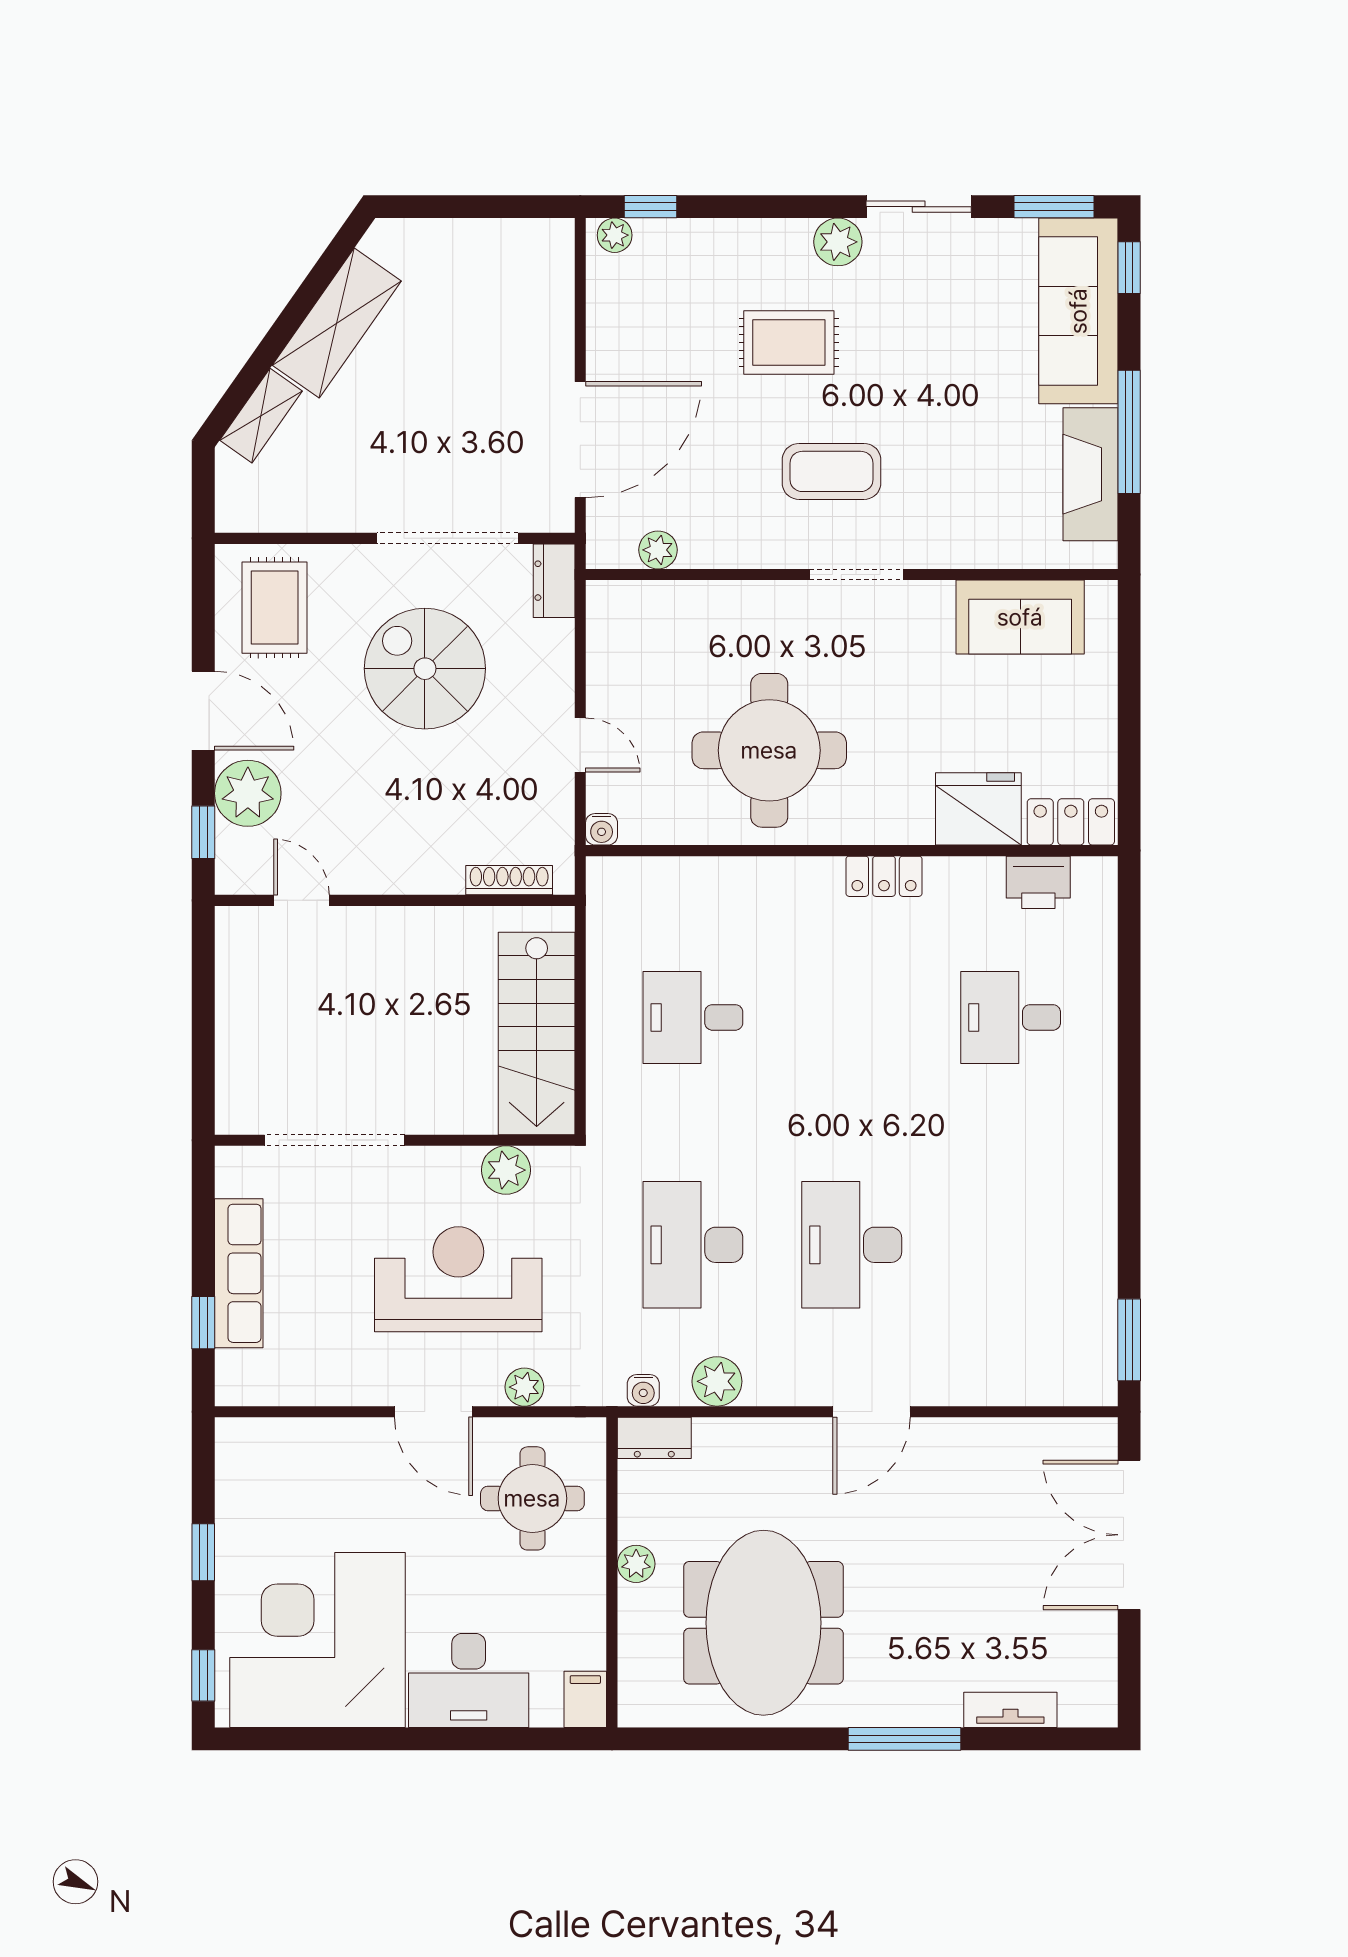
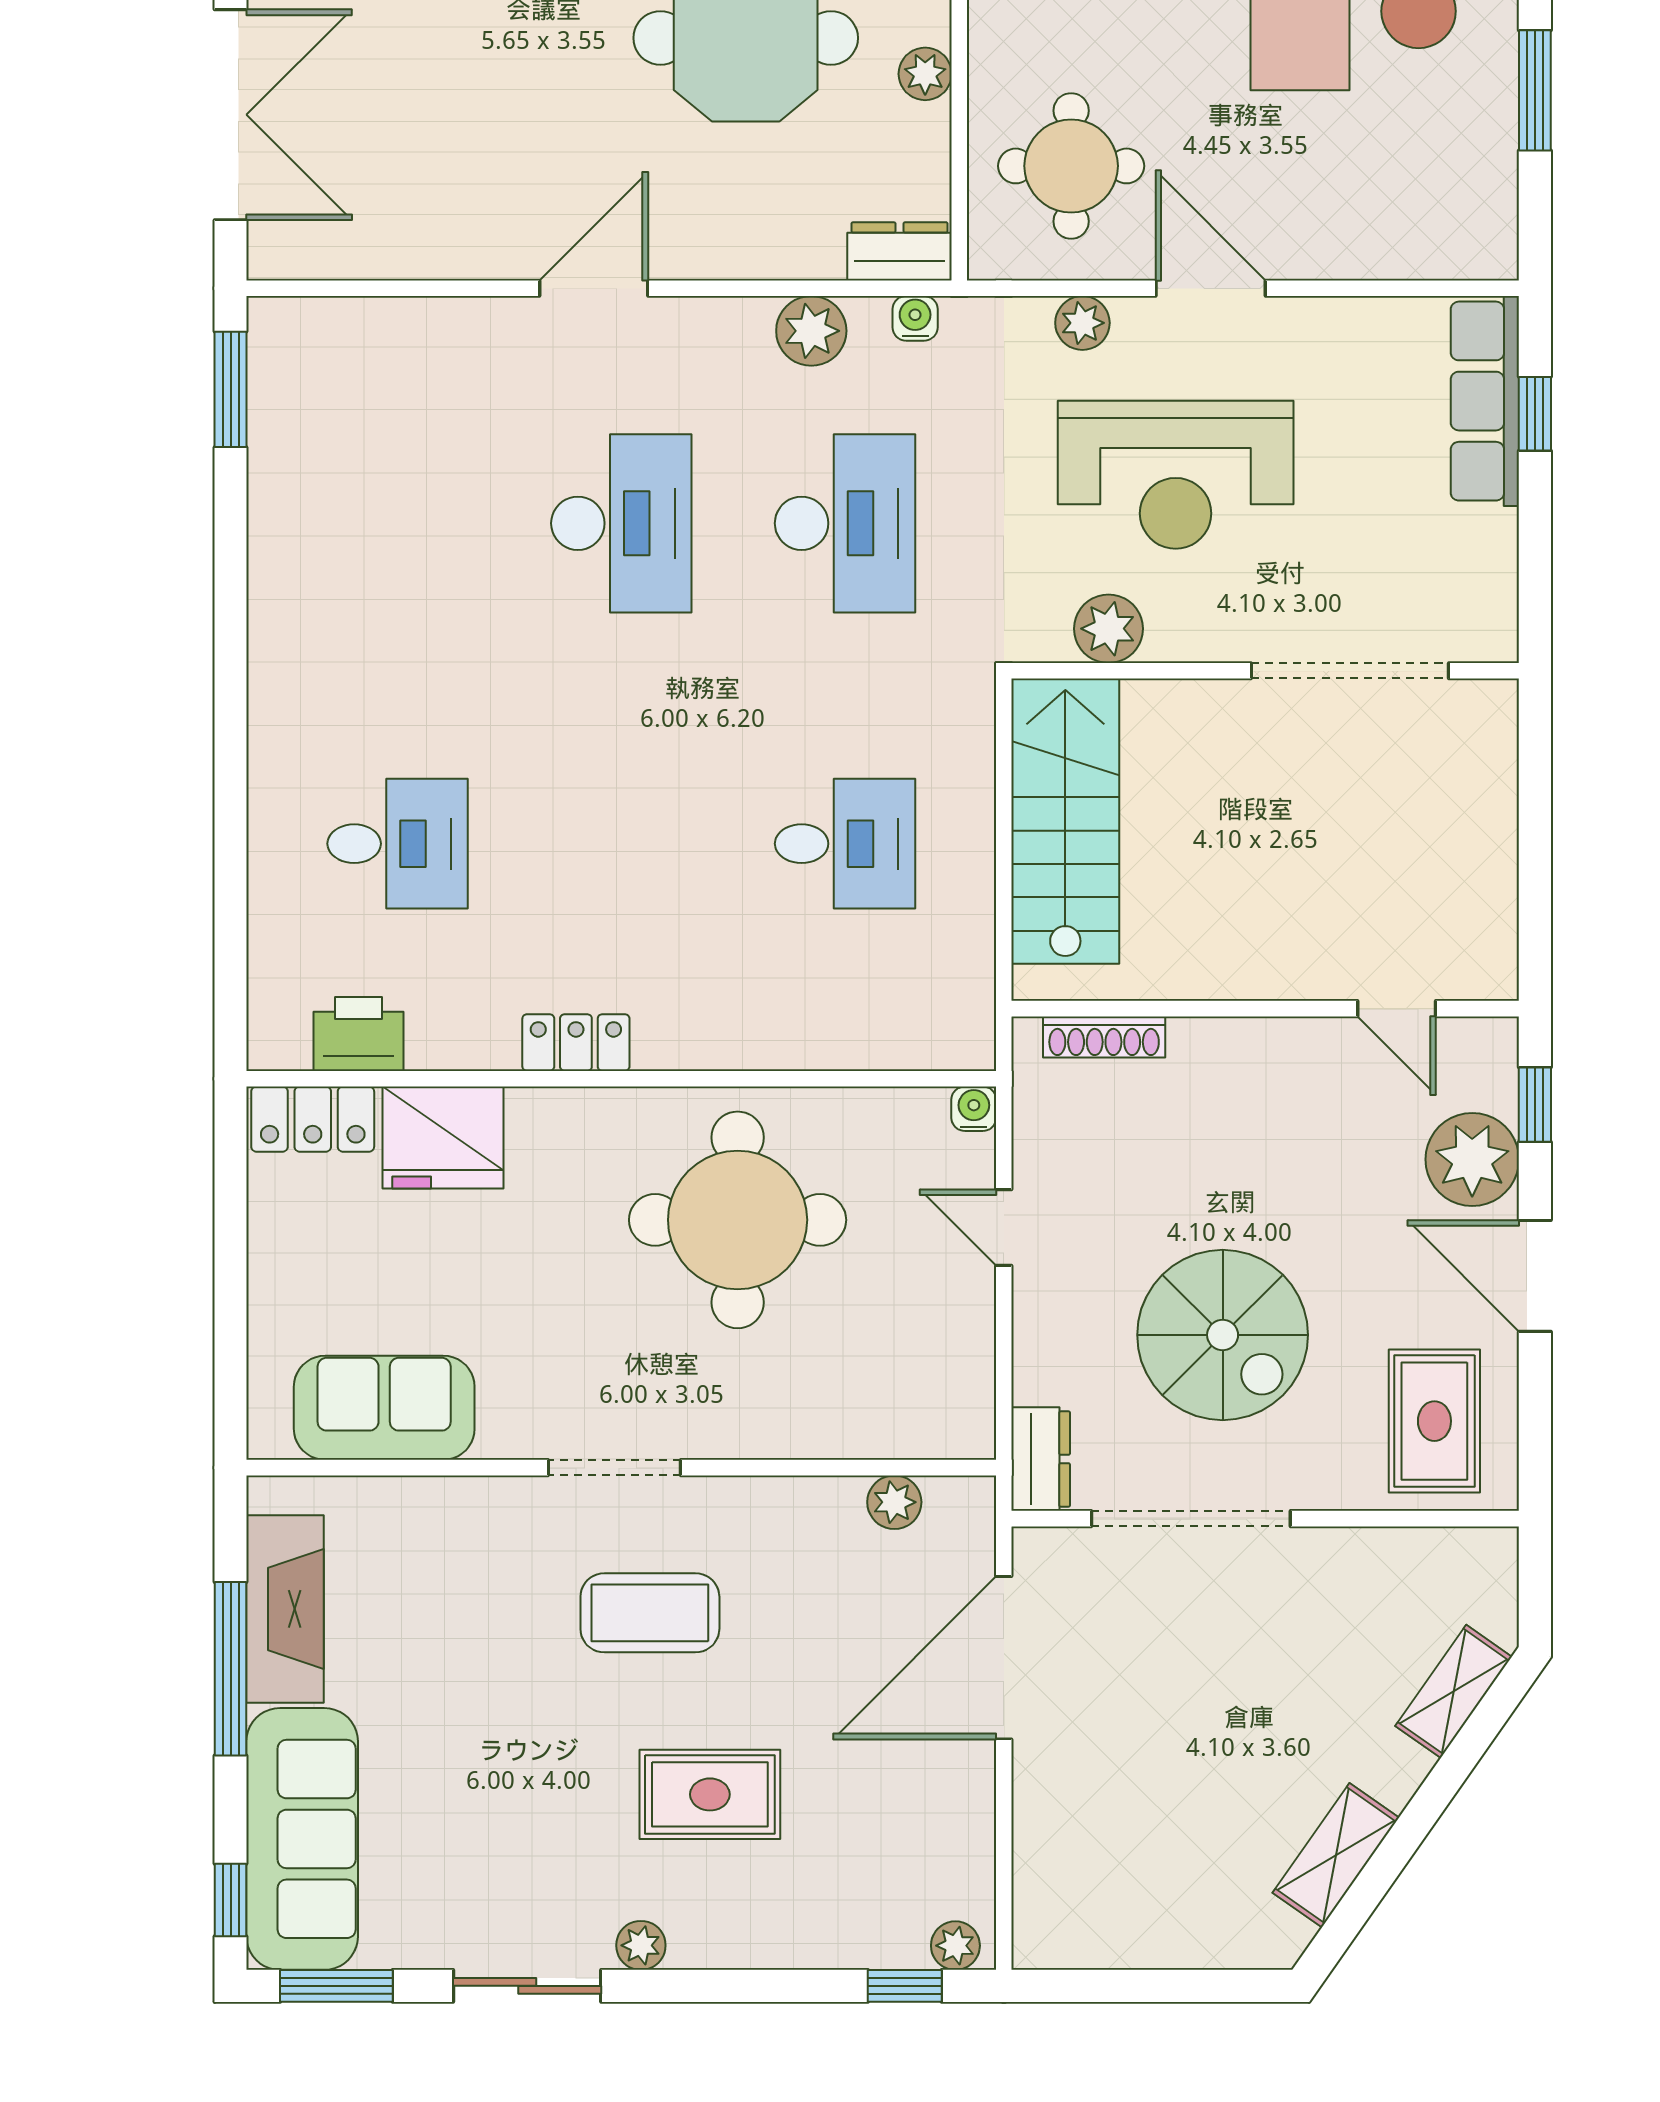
plant: (838, 242) -> (641, 1945), width x0.73, depth x0.73
shelving: (337, 323) -> (1336, 1855), width x0.67, depth x0.75
row of seats: (239, 1273) -> (1485, 401), moved
window: (203, 1552) -> (1535, 90), width x1.50

